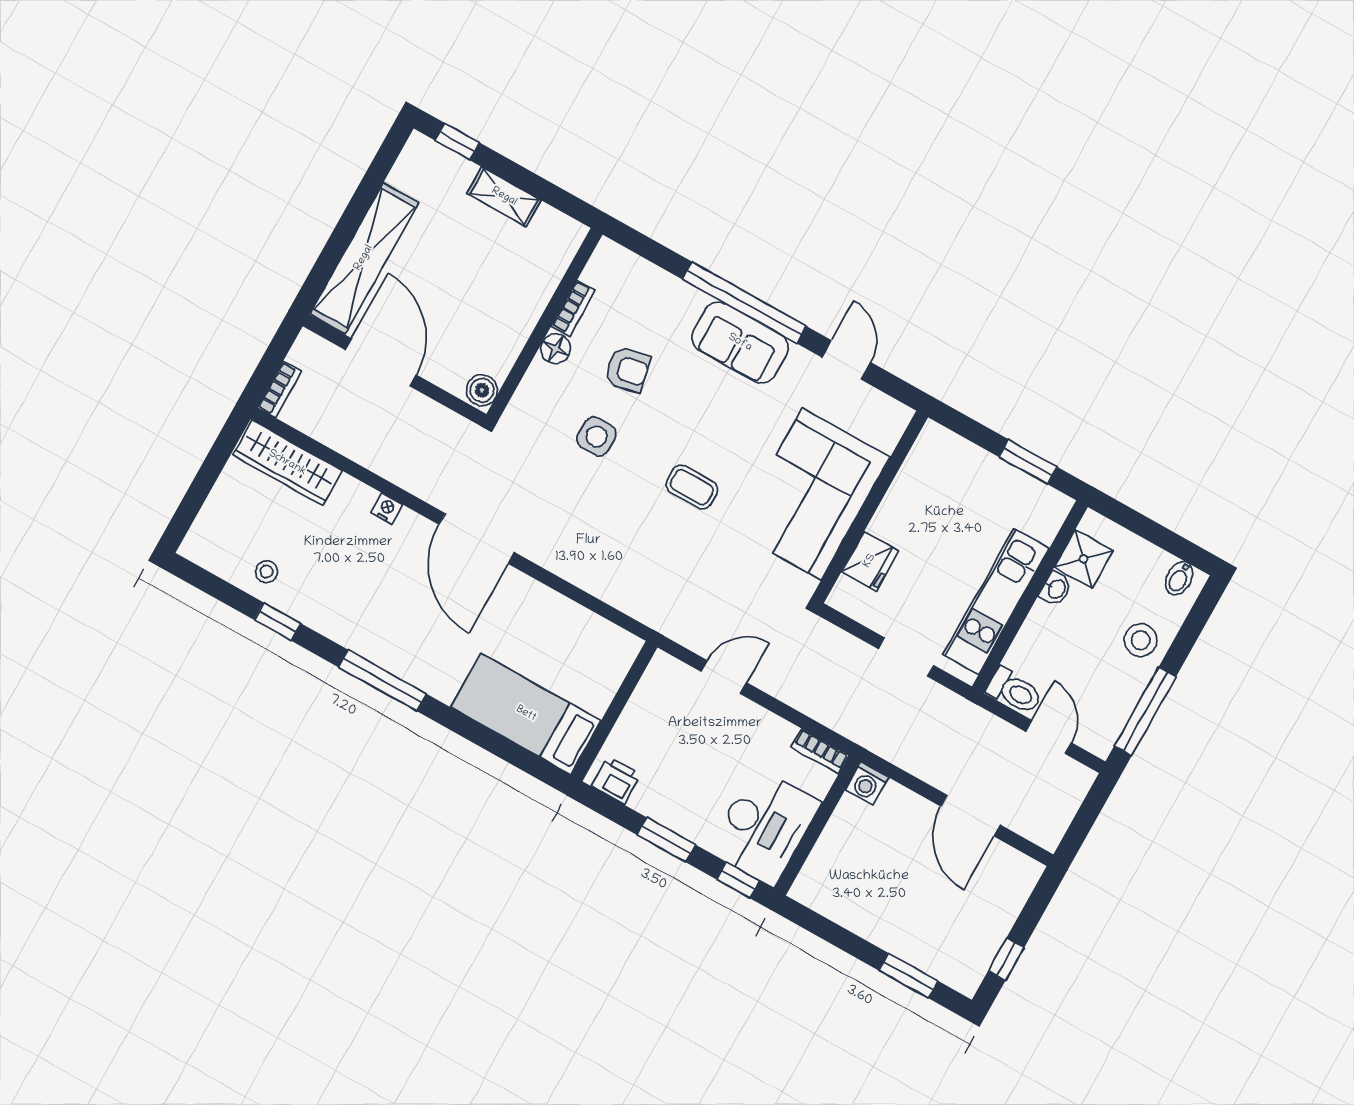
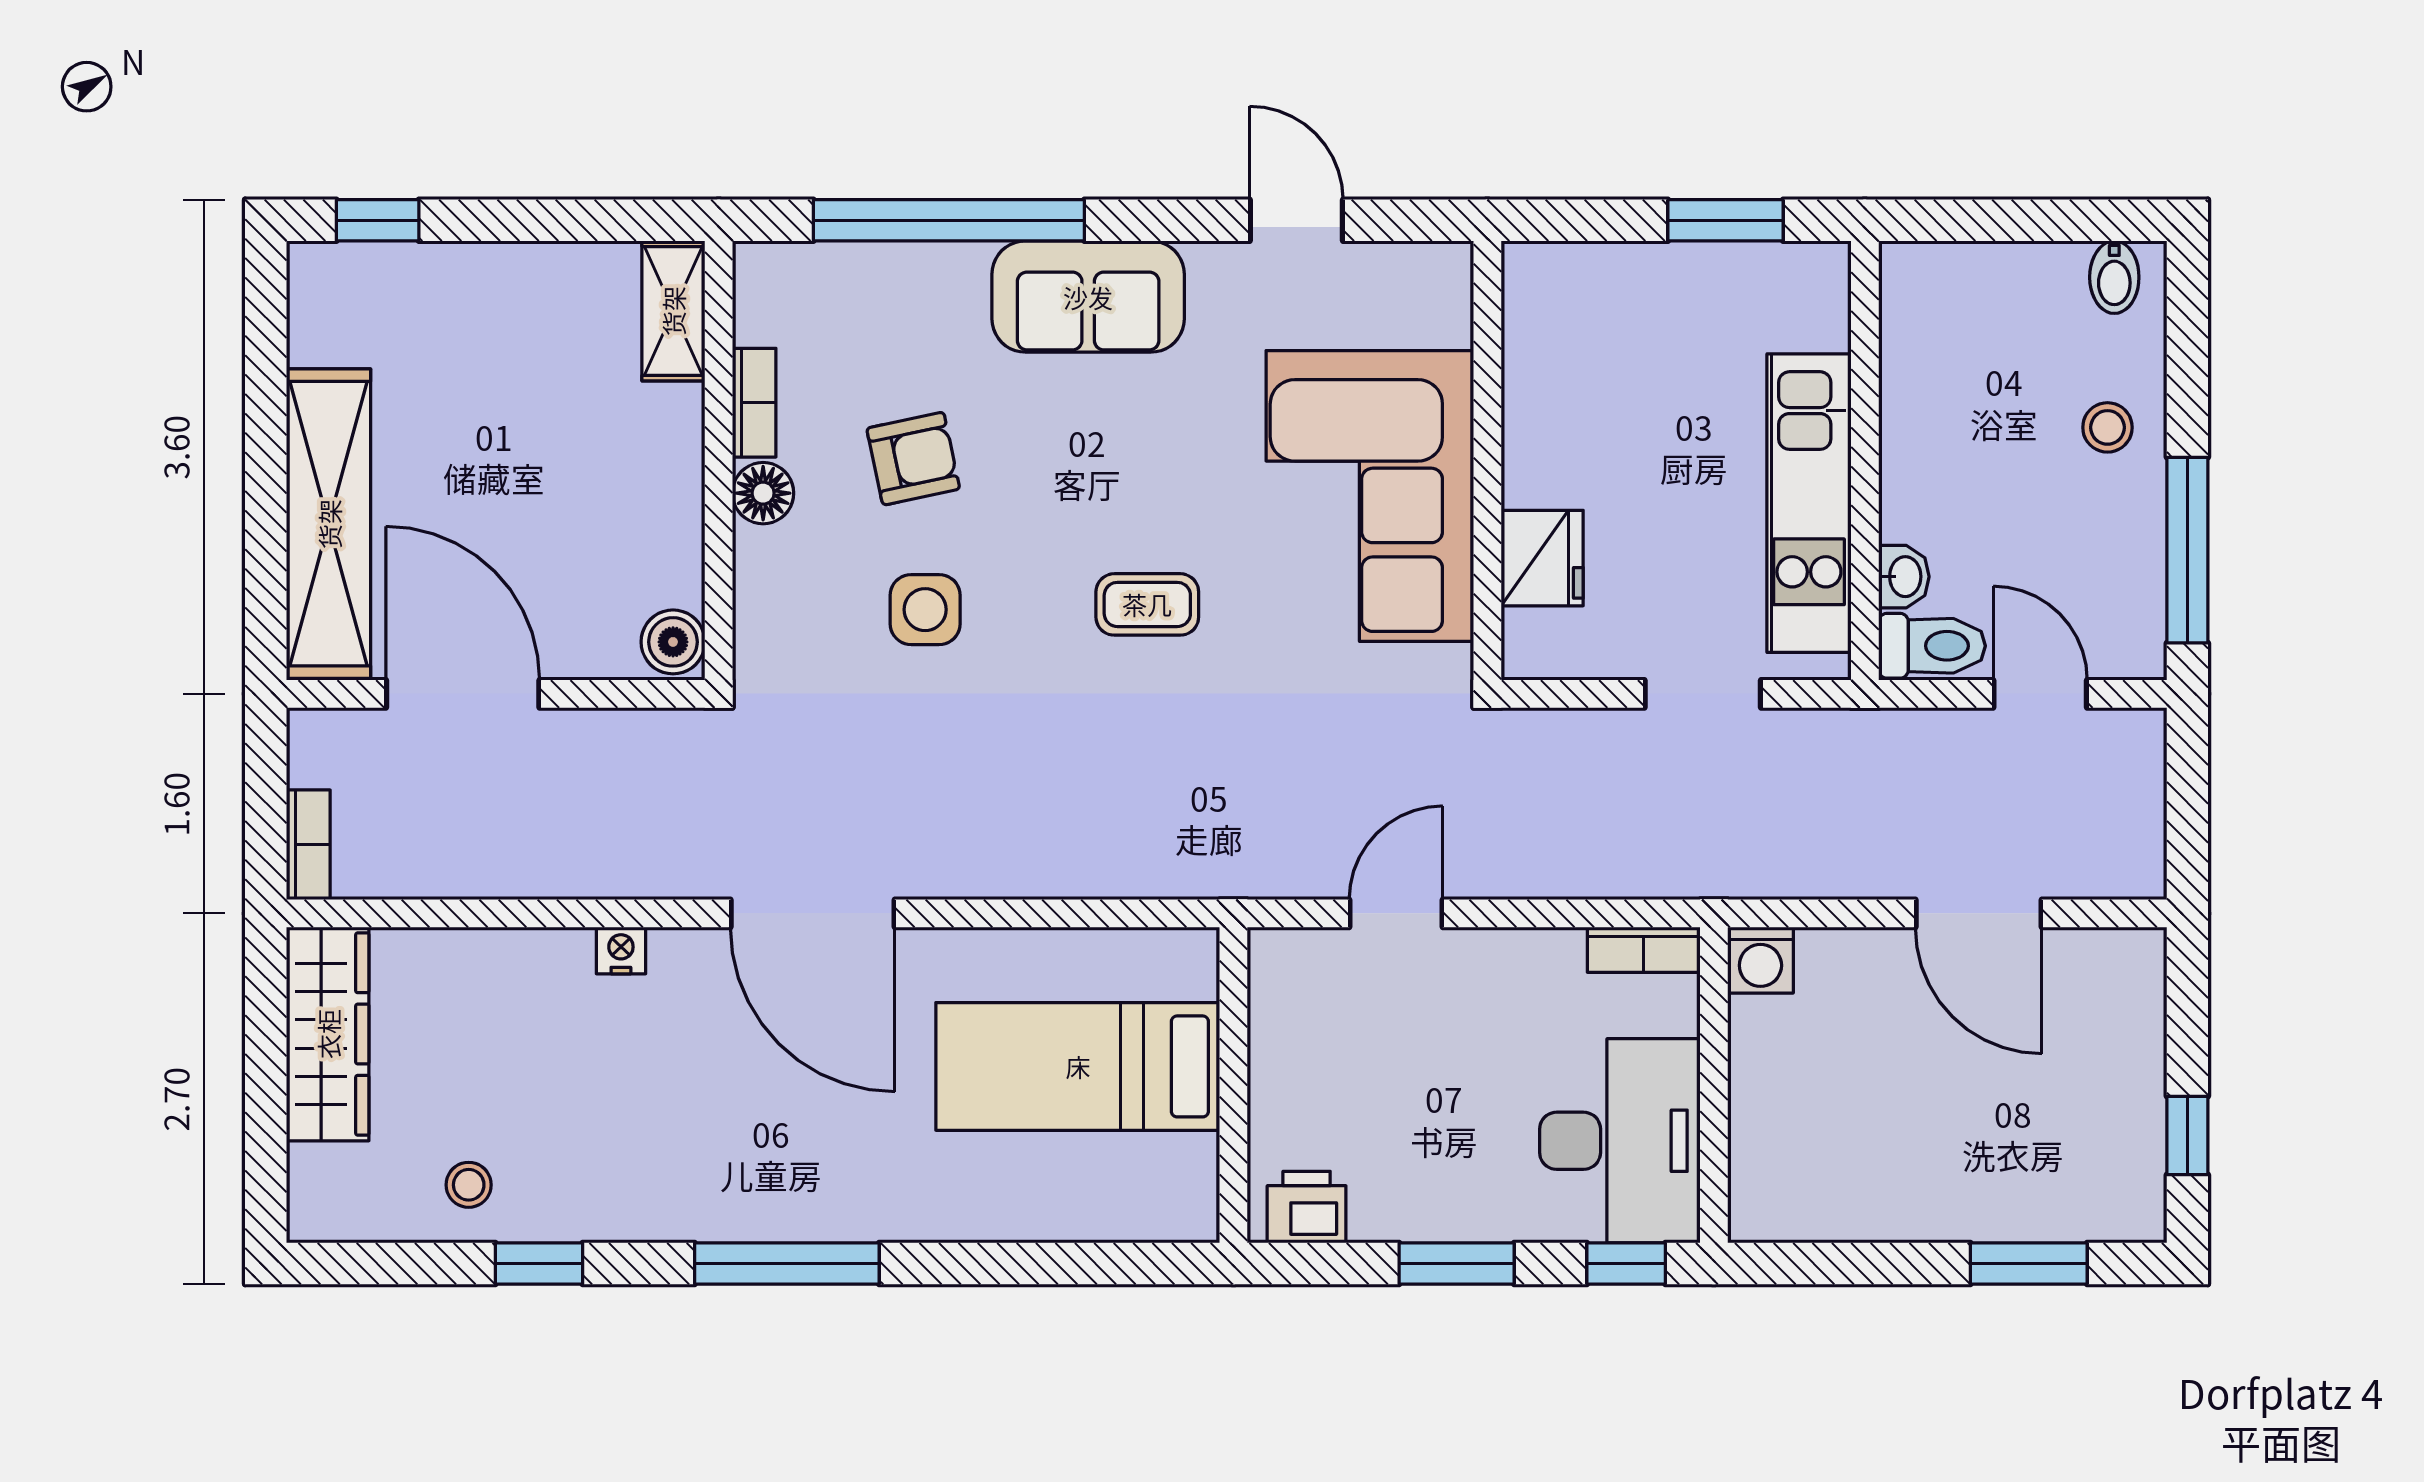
shelving: (504, 197) -> (673, 311), moved, turned 90
window: (744, 303) -> (949, 220), moved
wardrobe: (287, 463) -> (328, 1034), moved, turned -90
shower: (1084, 559) -> (1923, 339), removed
washbasin: (1056, 589) -> (1904, 577), moved
stool: (1141, 640) -> (2107, 427), width x0.73, depth x0.73
bed: (526, 714) -> (1078, 1066), moved

